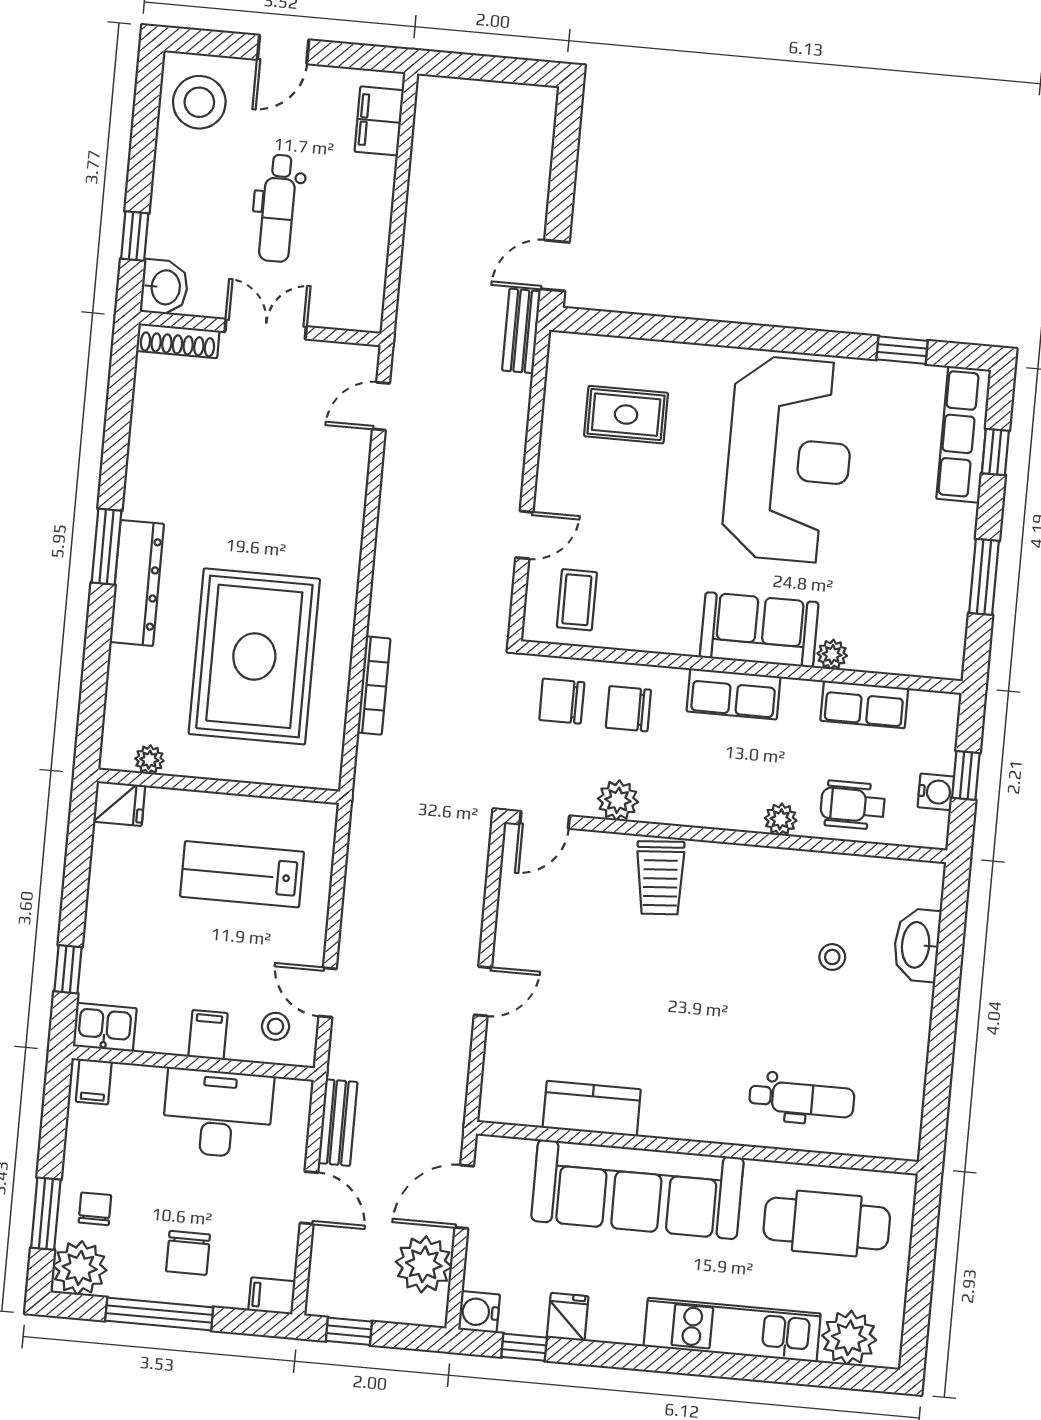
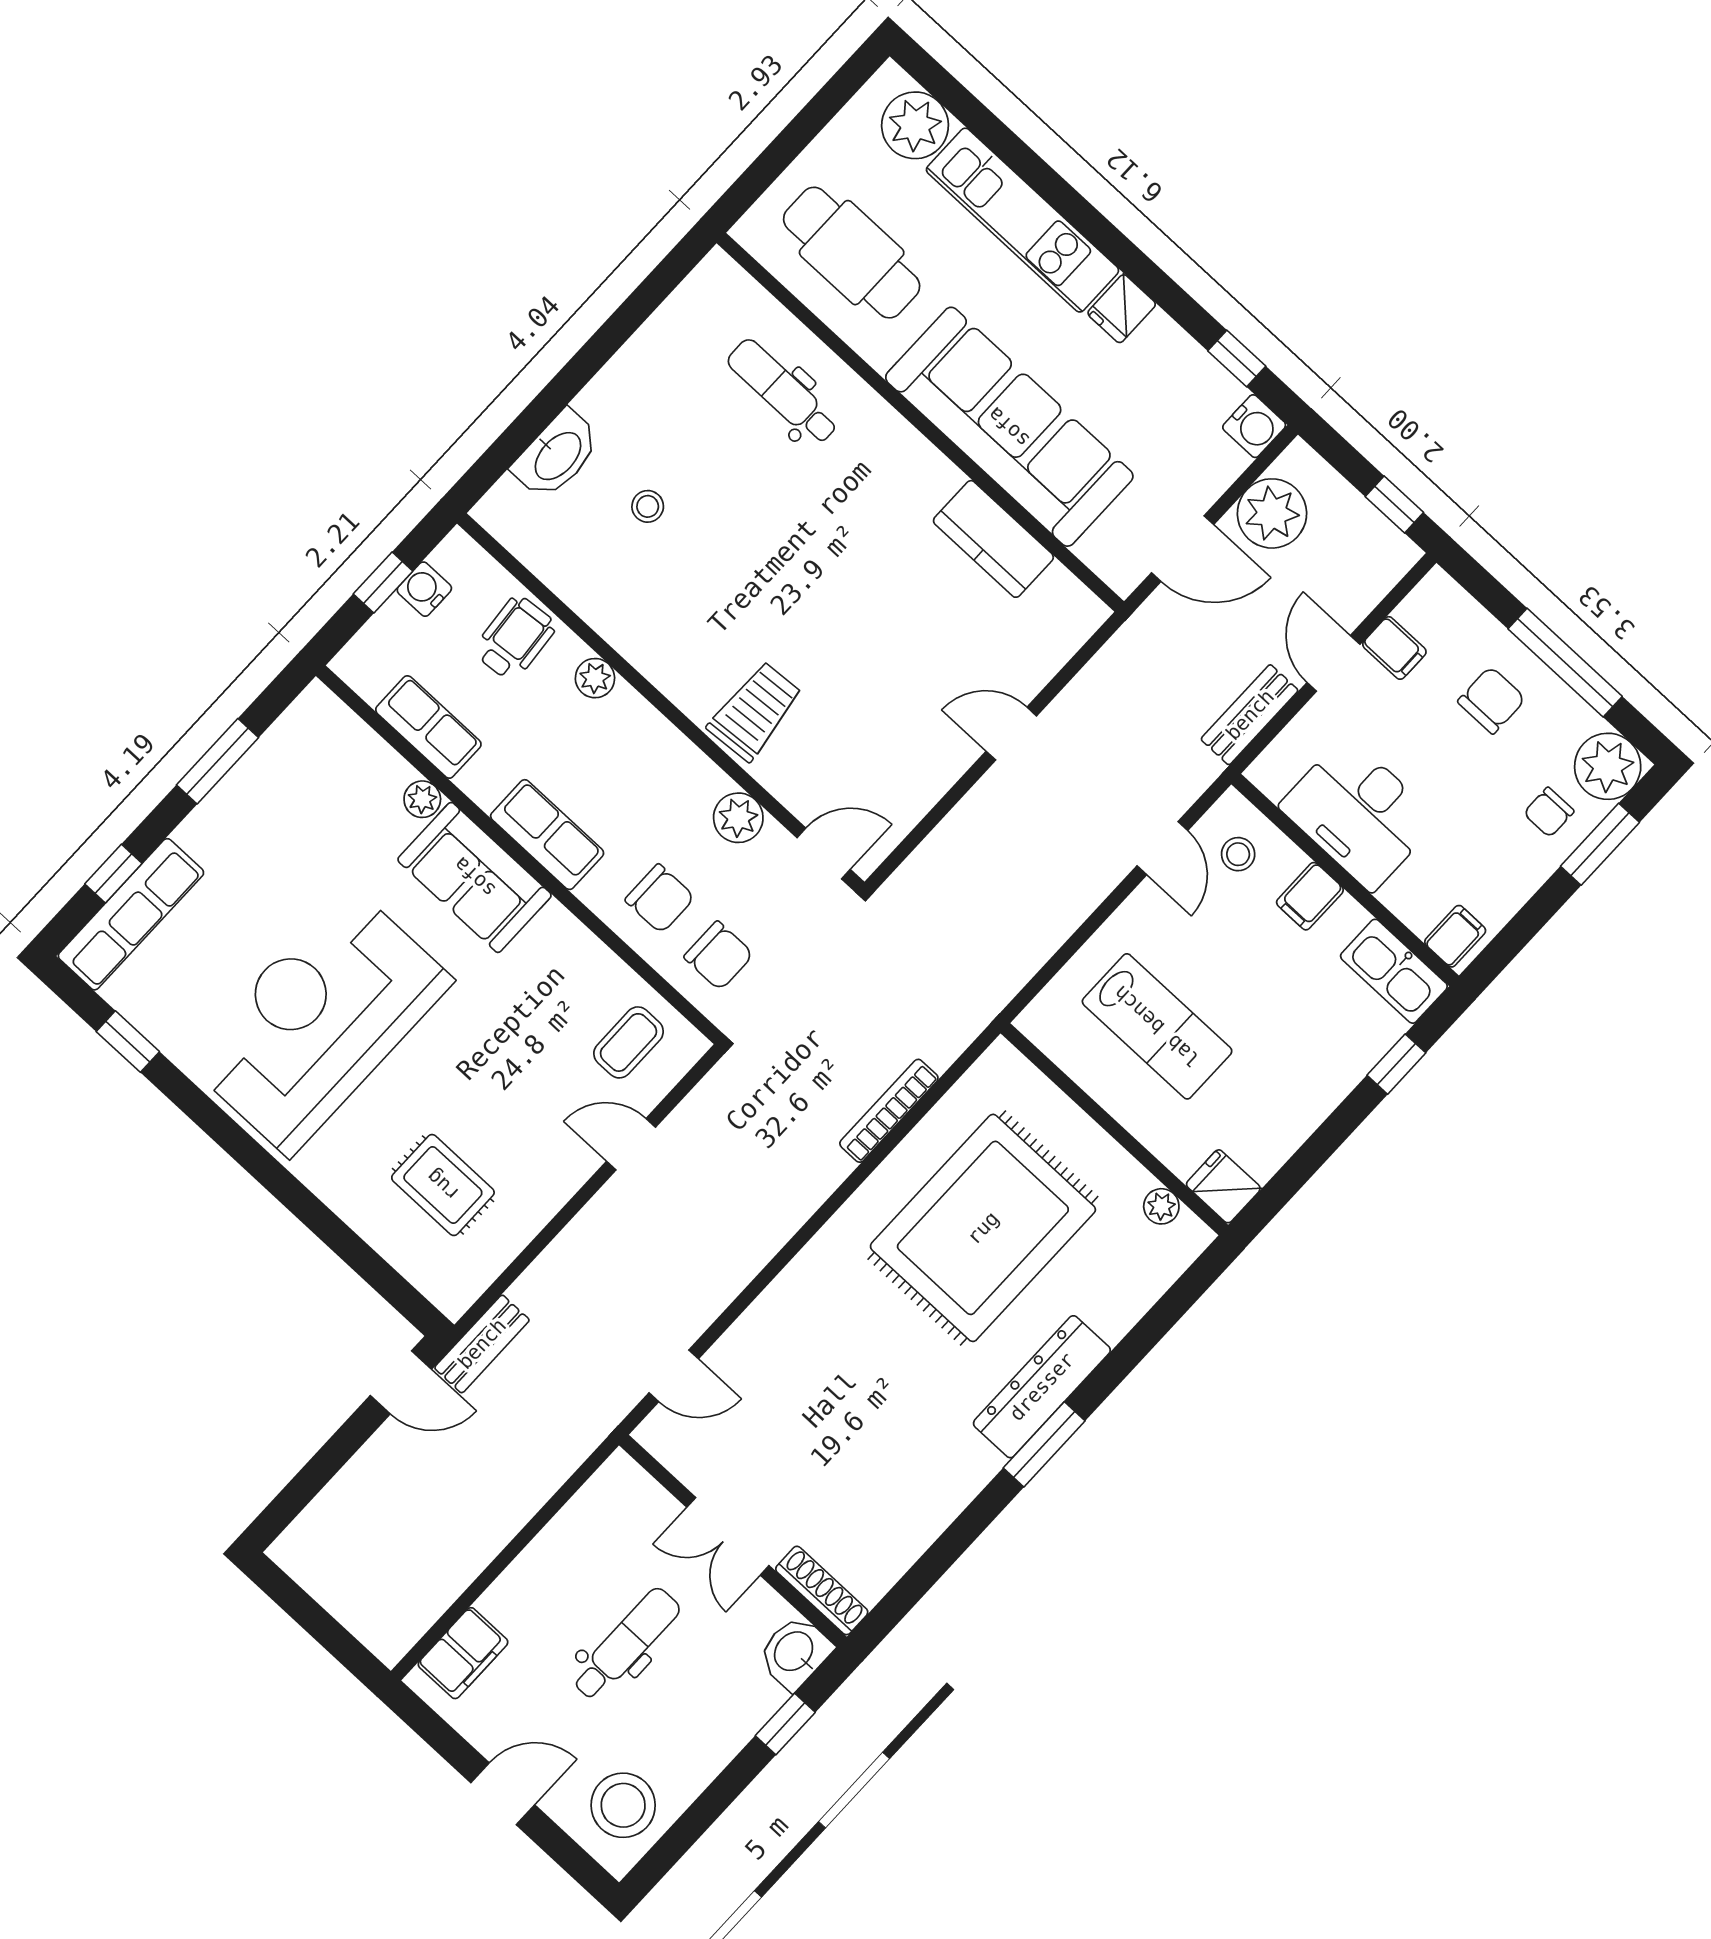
wheelchair: (853, 805) -> (515, 638), turned -95
kitchen sink: (105, 1027) -> (1394, 971), width x1.38
filing cabinet: (272, 1296) -> (1394, 648), moved
fridge: (568, 1317) -> (1122, 309), moved

